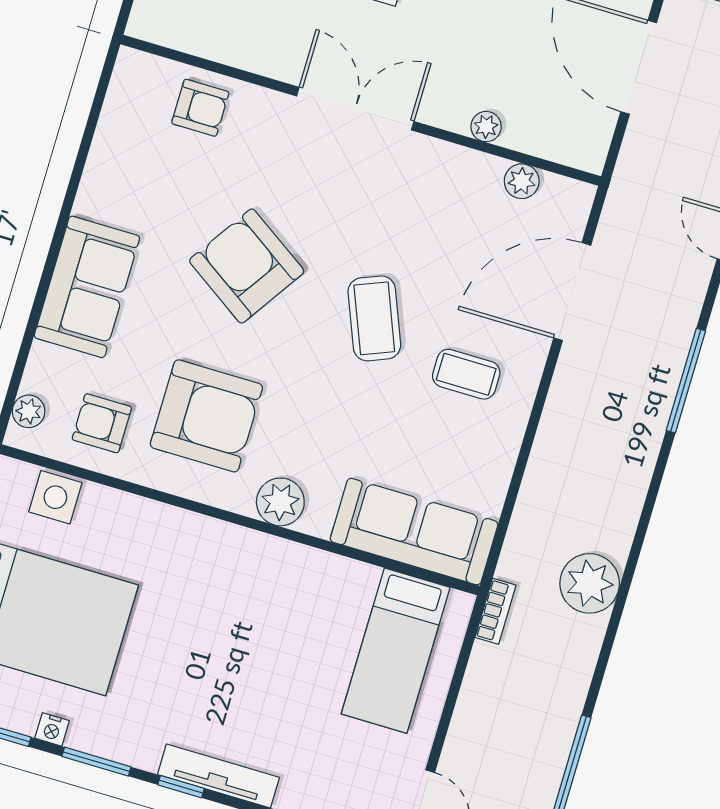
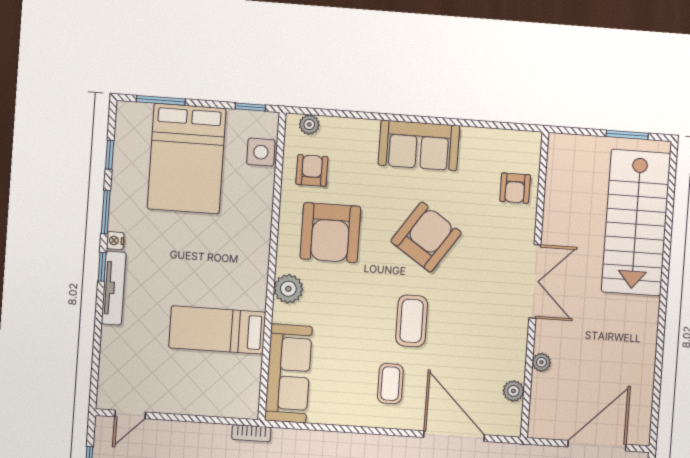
sofa: (87, 287) -> (419, 145), moved
coffee table: (374, 318) -> (412, 321), turned -68
bed: (396, 651) -> (217, 330), moved
nightstand: (52, 729) -> (115, 241), moved

